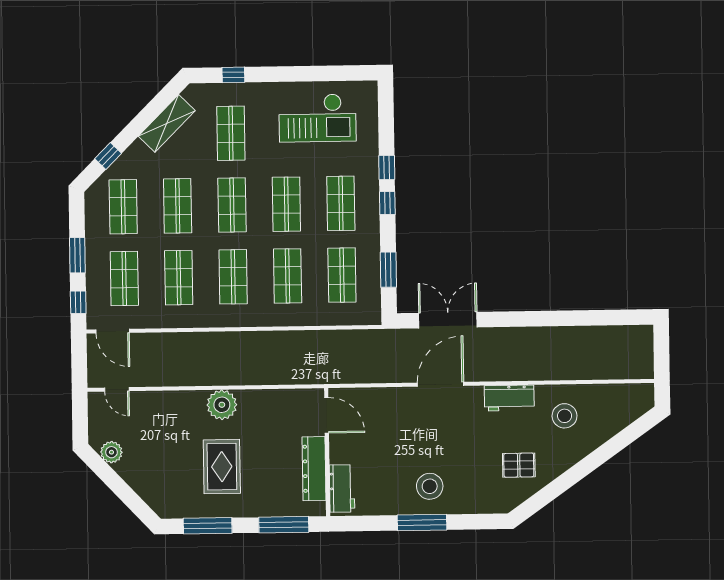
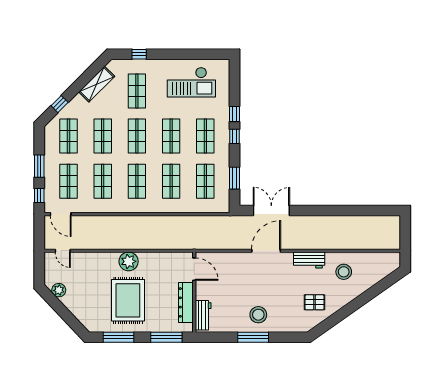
rug: (222, 467) -> (128, 300), width x1.37, depth x1.44

